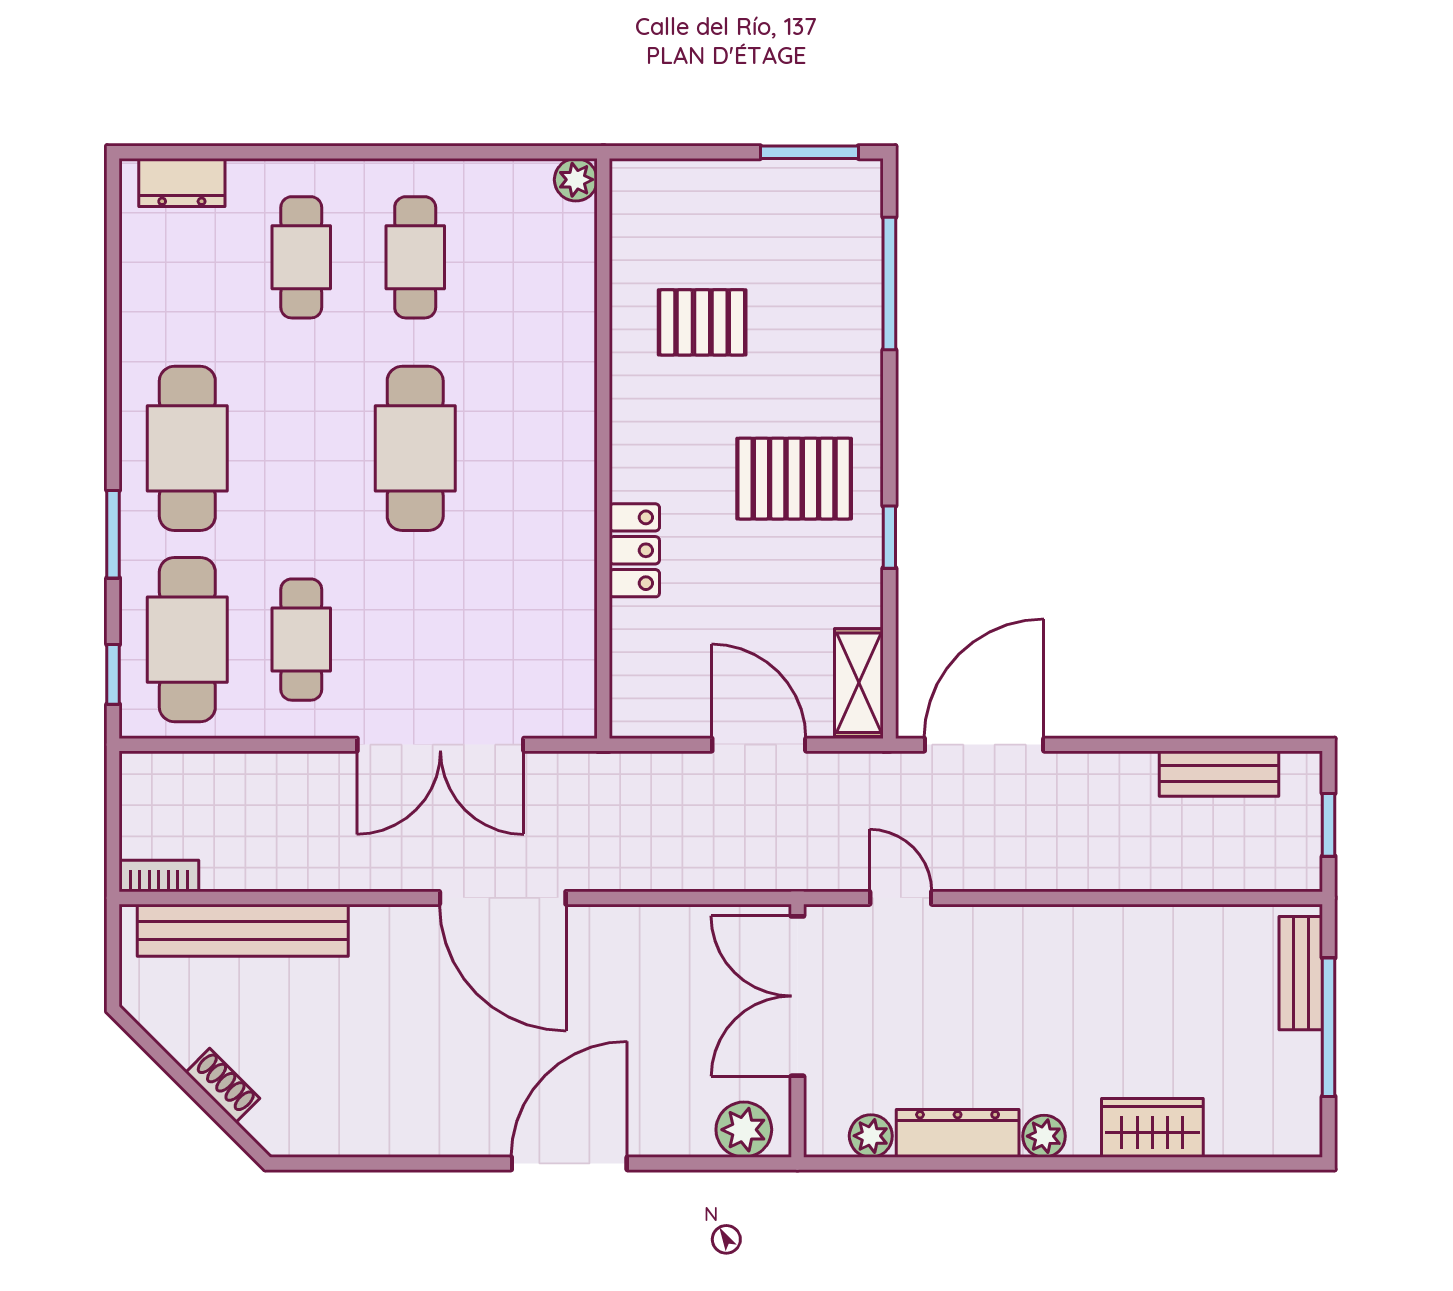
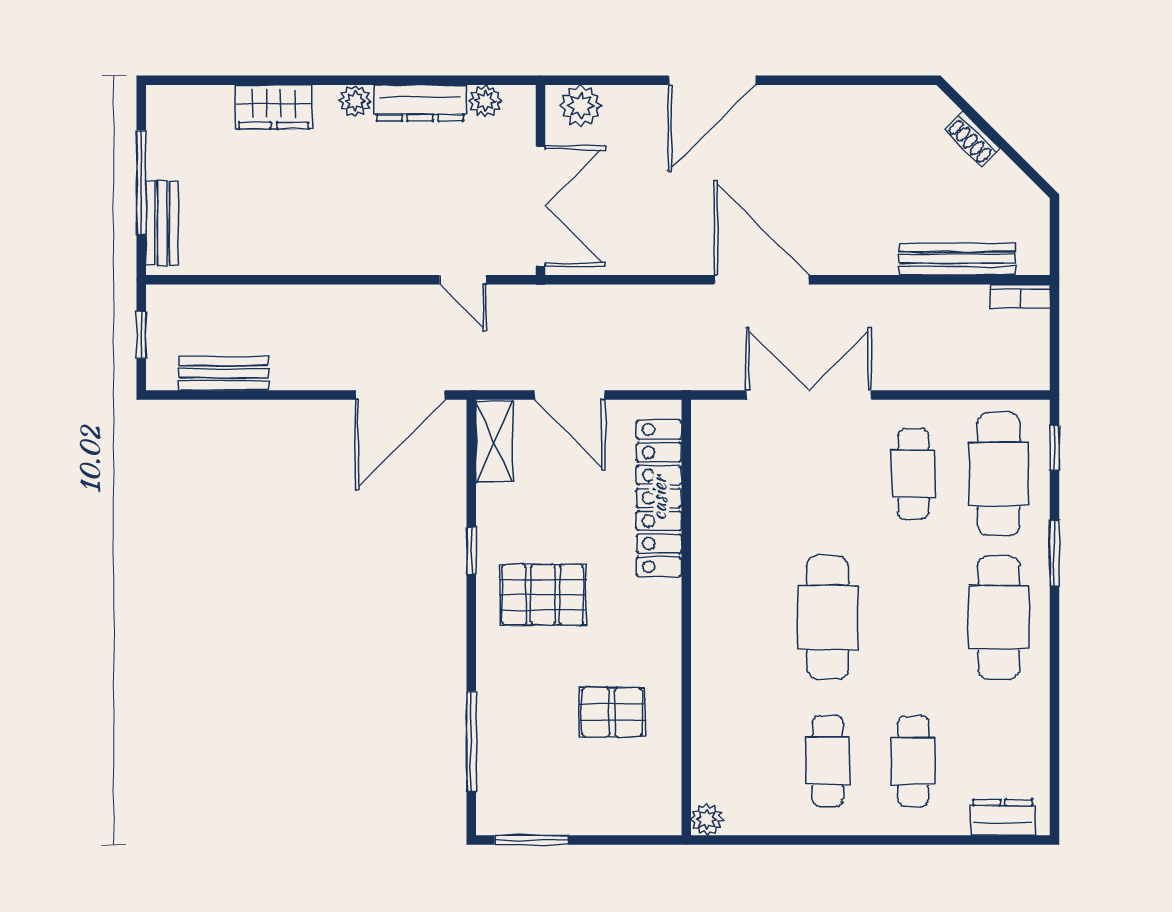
locker: (634, 550) -> (659, 498), width x2.16, depth x1.21
bench: (243, 930) -> (957, 259), width x0.73, depth x0.82

